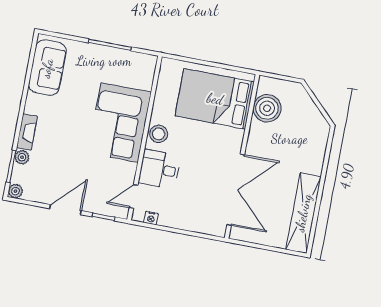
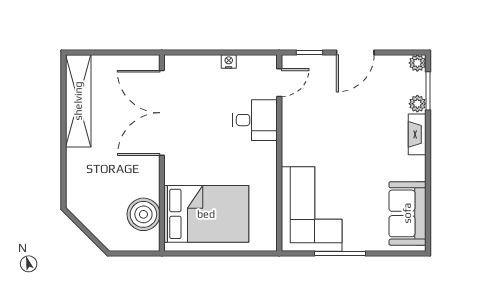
corner sofa: (120, 122) -> (312, 209), moved
stool: (159, 134) -> (264, 161), removed
nightstand: (151, 218) -> (229, 61), moved

